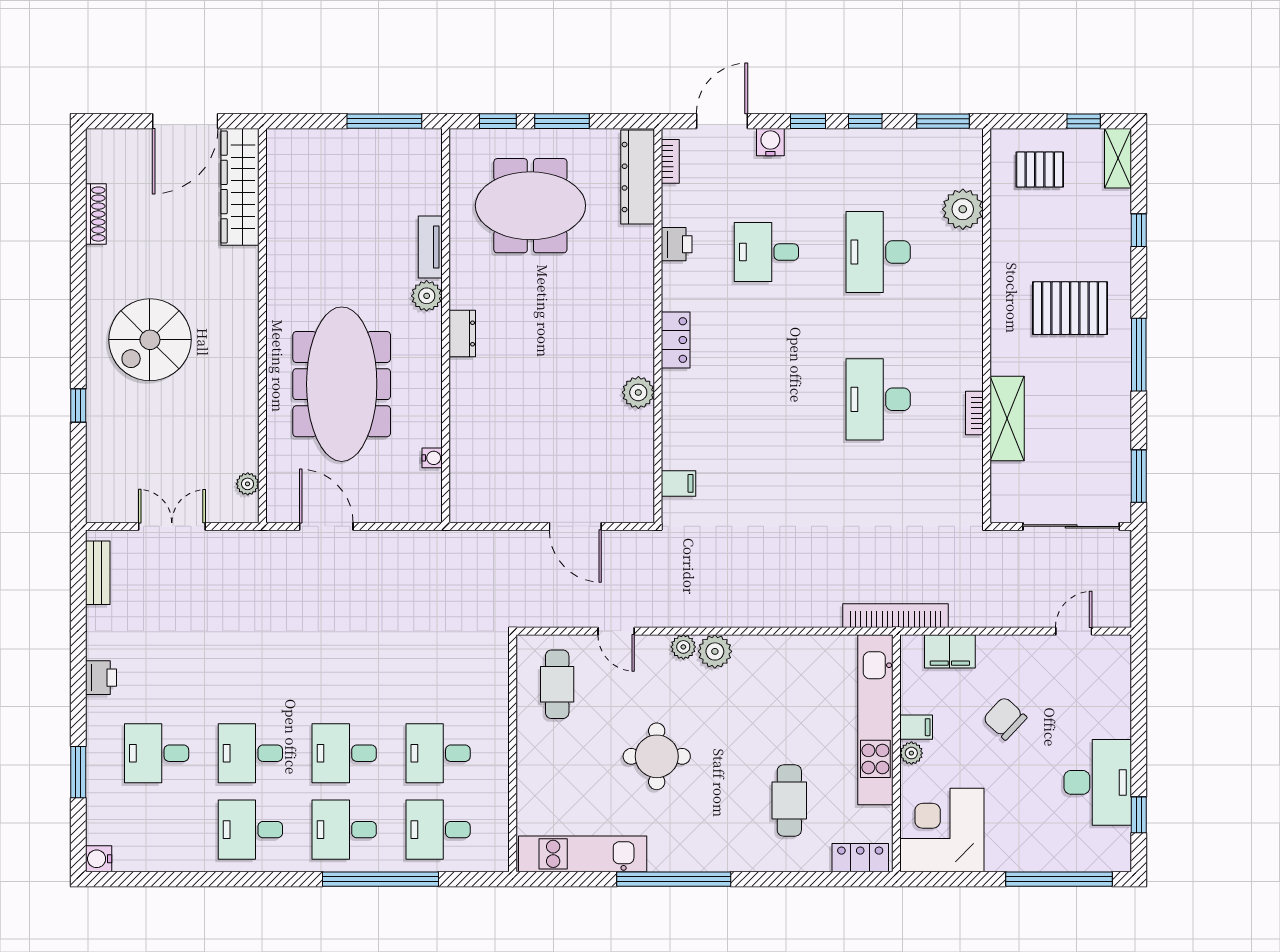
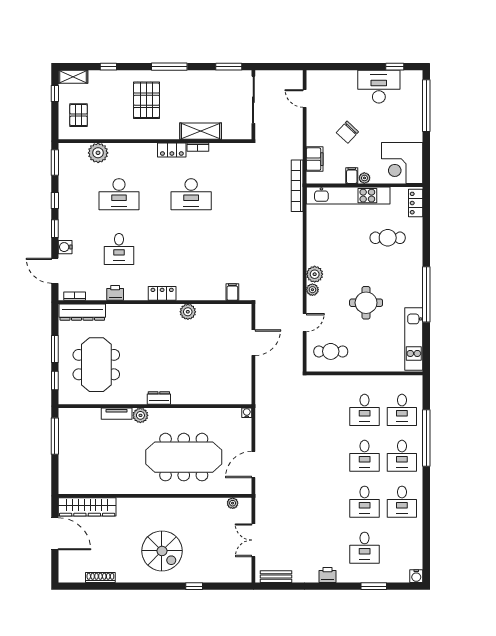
locker: (969, 360) -> (172, 150), added
water cooler: (432, 458) -> (247, 413), moved

